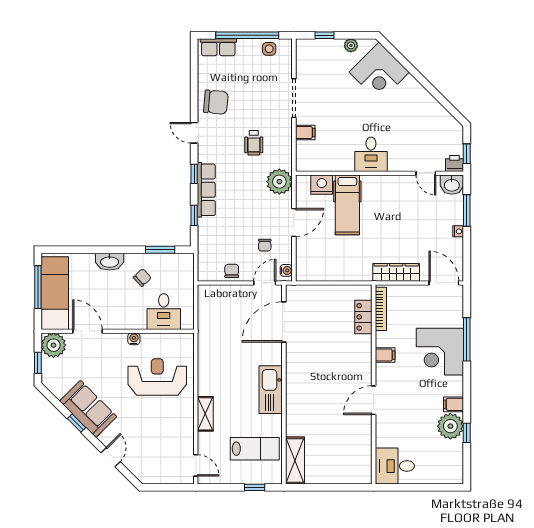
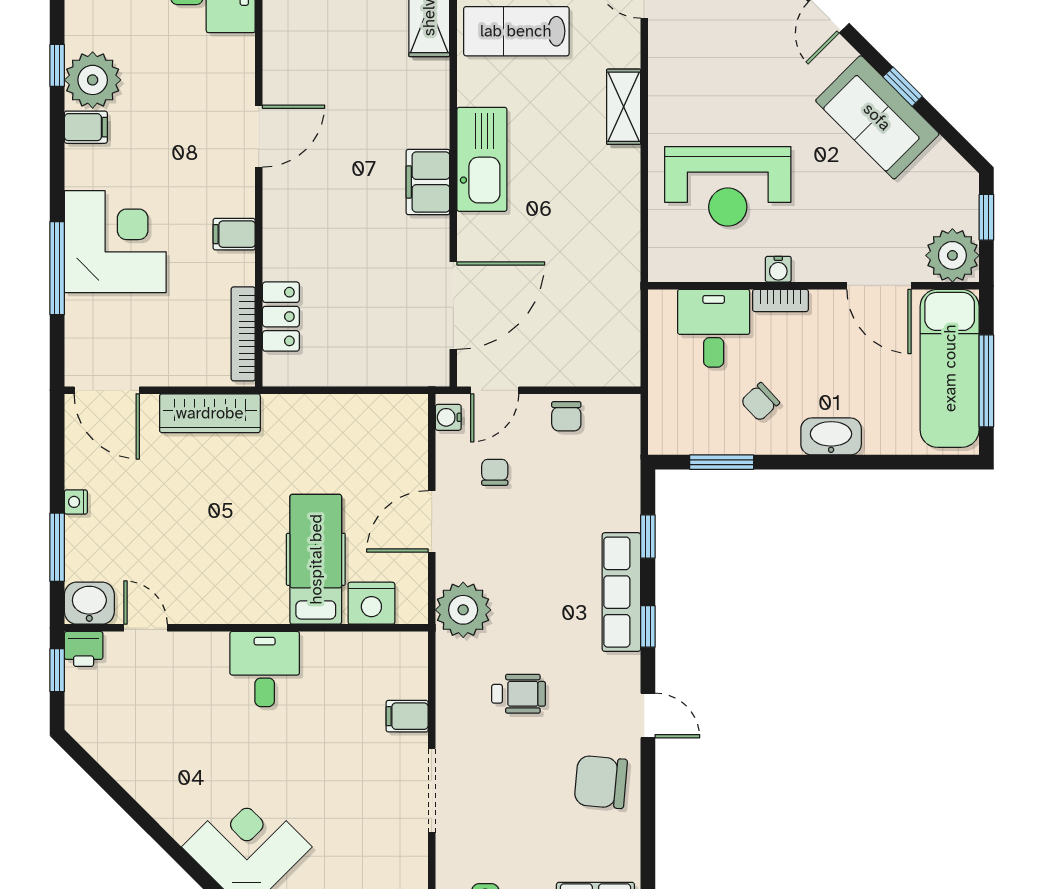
wheelchair: (254, 143) -> (519, 694), turned 90
bookcase: (133, 324) -> (780, 300), added
filing cabinet: (296, 379) -> (428, 182), added

